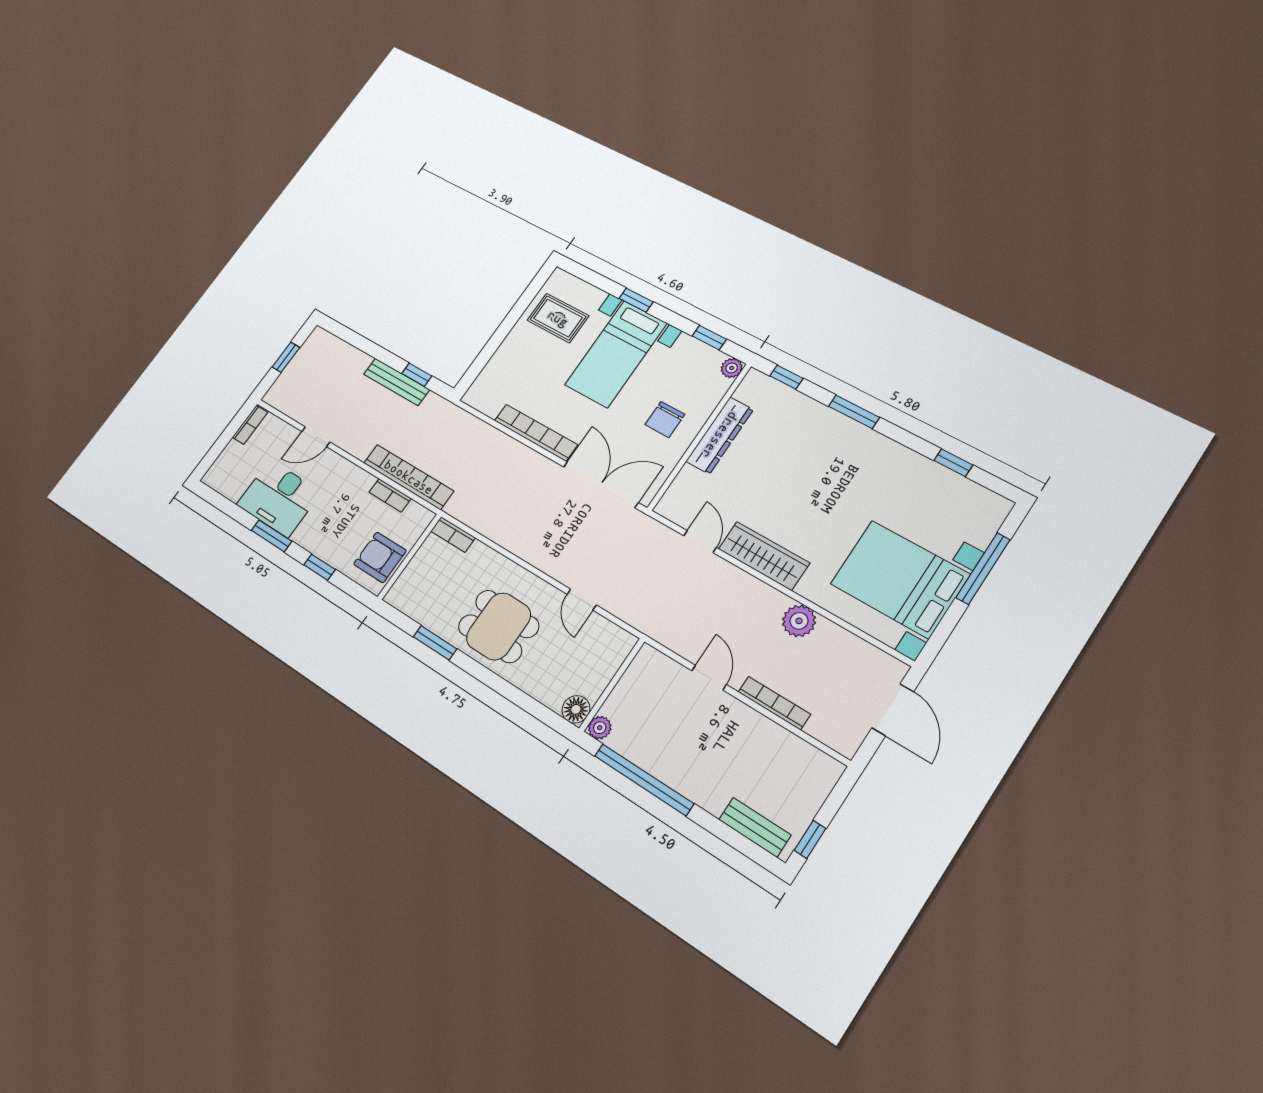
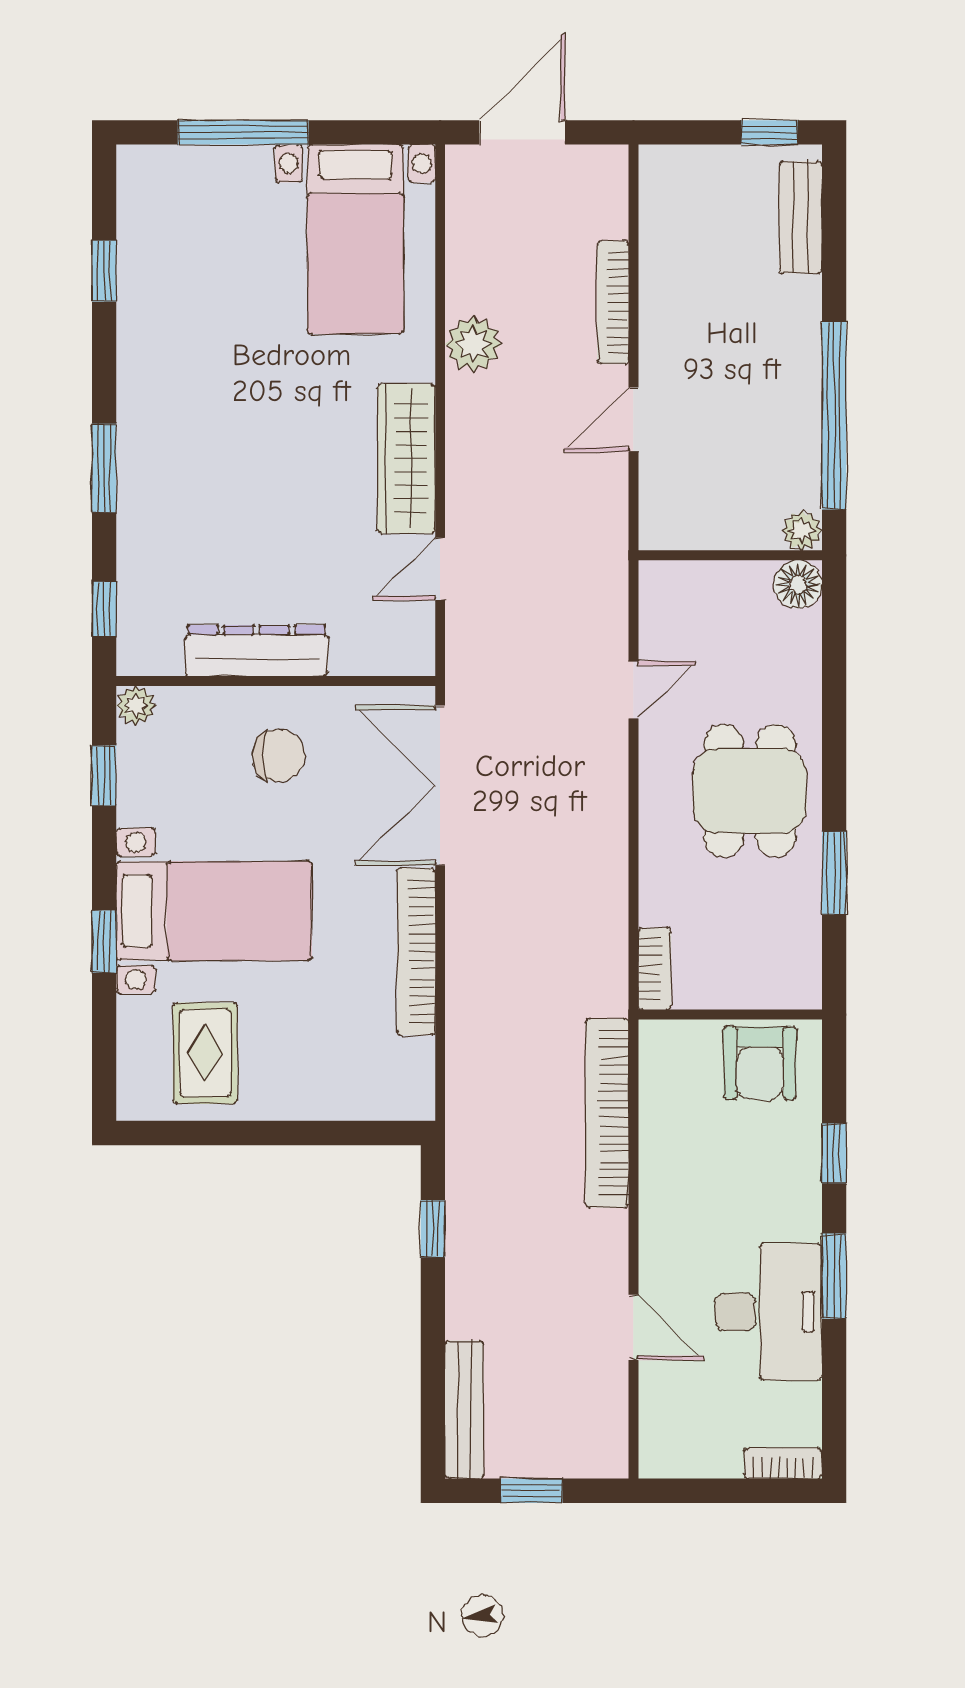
bench: (397, 382) -> (464, 1410), moved
bookcase: (250, 425) -> (783, 1463), moved
bookcase: (390, 495) -> (654, 1122), removed
bed with nightstands: (900, 579) -> (355, 239), width x0.73

